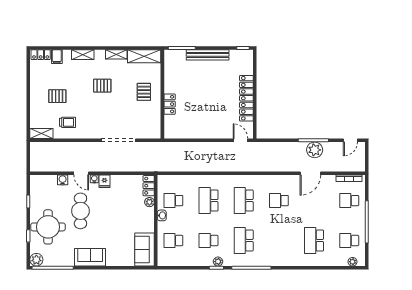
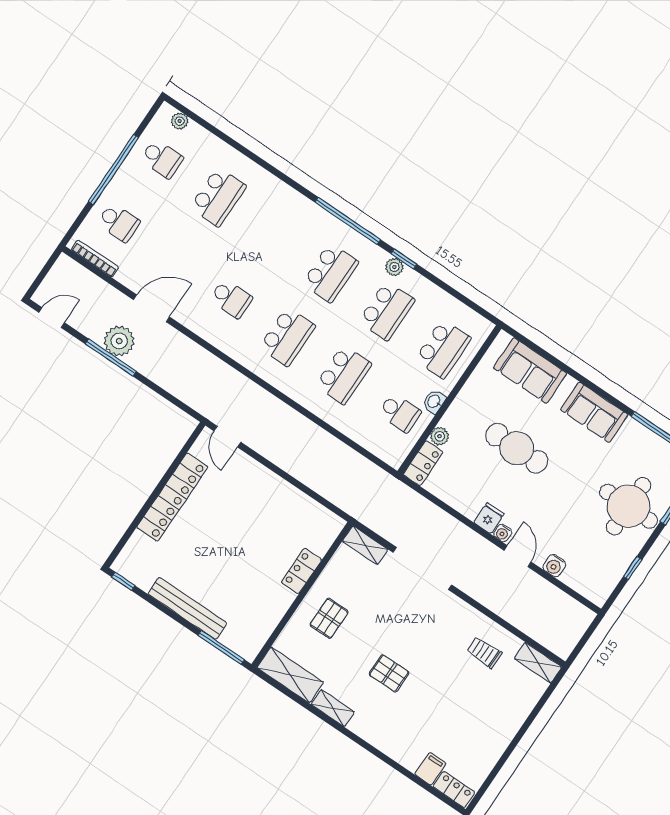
shelving: (83, 55) -> (365, 545), moved
pallet: (57, 96) -> (472, 705), removed
cafe table: (80, 211) -> (517, 448), moved, turned 90
school desk: (173, 240) -> (443, 349), width x1.85
school desk: (209, 240) -> (387, 311), width x1.85
sofa: (145, 249) -> (530, 371), moved, turned 90

